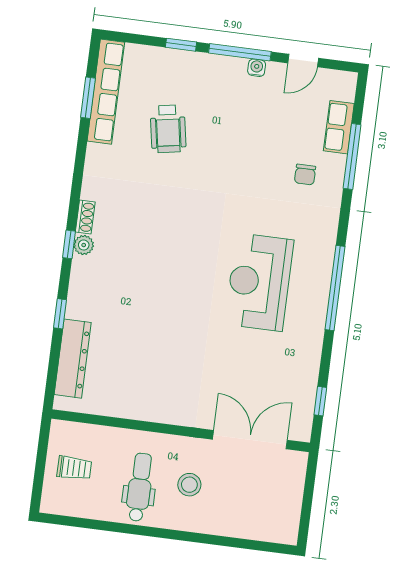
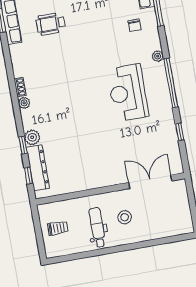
wheelchair: (168, 129) -> (51, 24), turned 100
plant: (327, 237) -> (158, 56), added
window: (69, 244) -> (28, 176), moved
plant: (79, 306) -> (32, 137), added
window: (320, 401) -> (180, 132), moved

